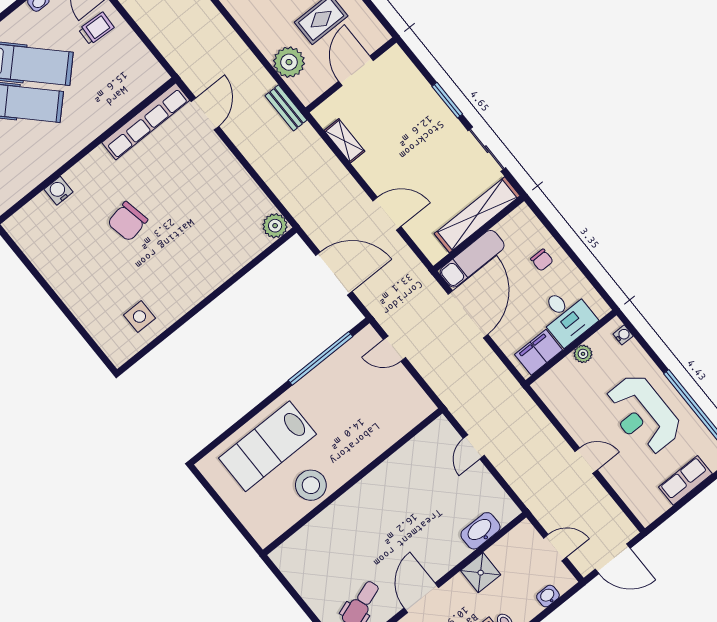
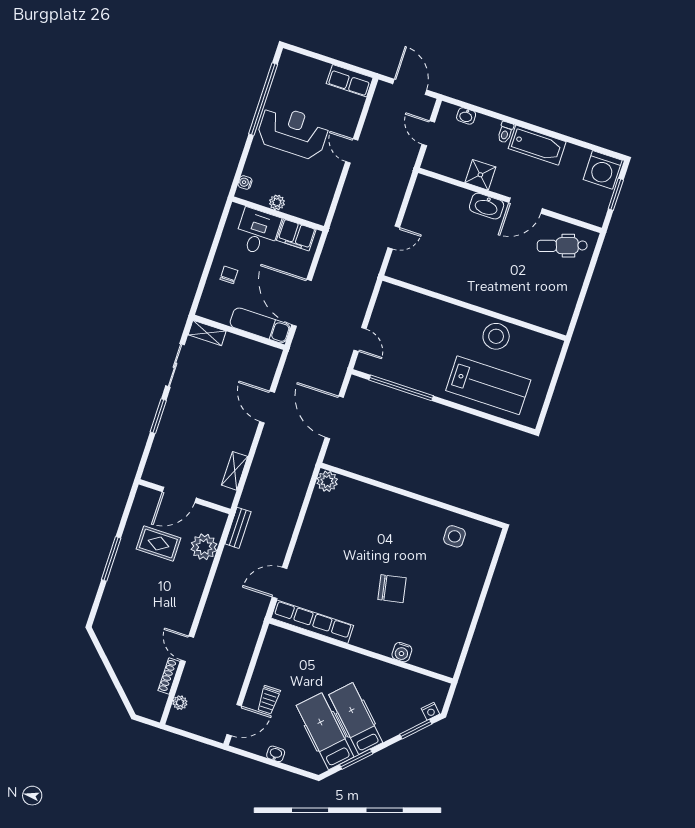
trolley: (96, 28) -> (269, 700), turned -93
shelving: (477, 215) -> (207, 333), width x0.45, depth x0.75
door: (468, 314) -> (302, 303), hinge flipped
reception desk: (643, 415) -> (293, 132), turned -90
row of seats: (685, 480) -> (350, 81), moved
washbasin: (480, 531) -> (487, 206), moved

